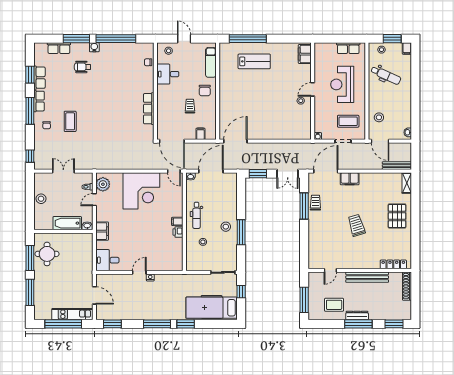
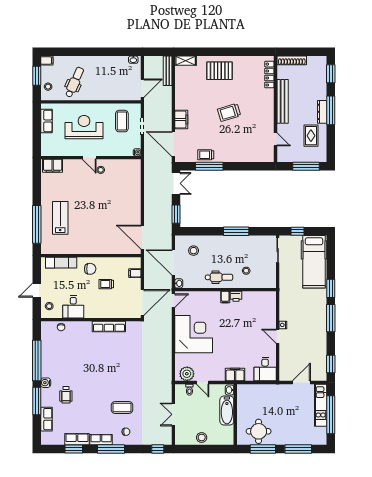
reception desk: (342, 84) -> (84, 127), turned 180
stool: (379, 117) -> (118, 89), removed
stool: (226, 227) -> (194, 251), moved

